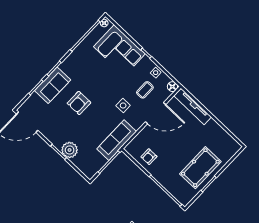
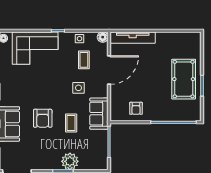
coffee table: (95, 125) -> (71, 123), added
sofa: (117, 140) -> (99, 114), width x0.73

